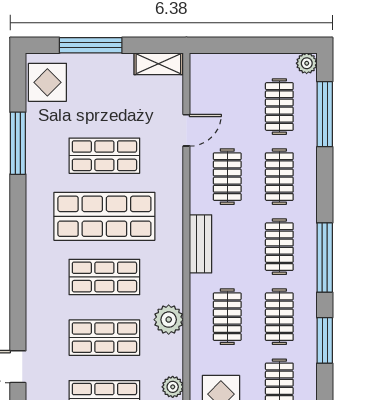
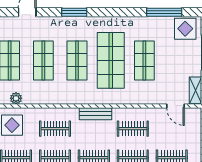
door: (186, 130) -> (175, 106), moved
window: (18, 143) -> (164, 12), moved
window: (18, 282) -> (74, 12), added
plant: (169, 320) -> (53, 96), removed

